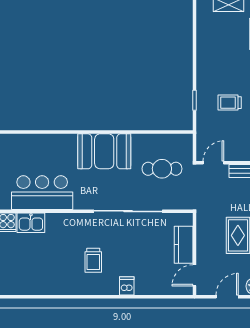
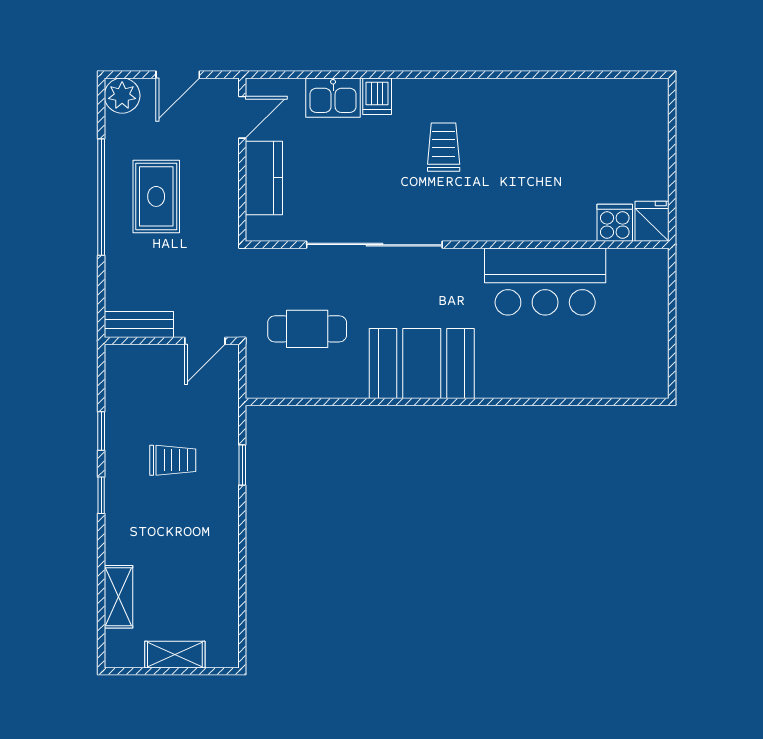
kitchen sink: (31, 223) -> (333, 98), moved, turned 180

